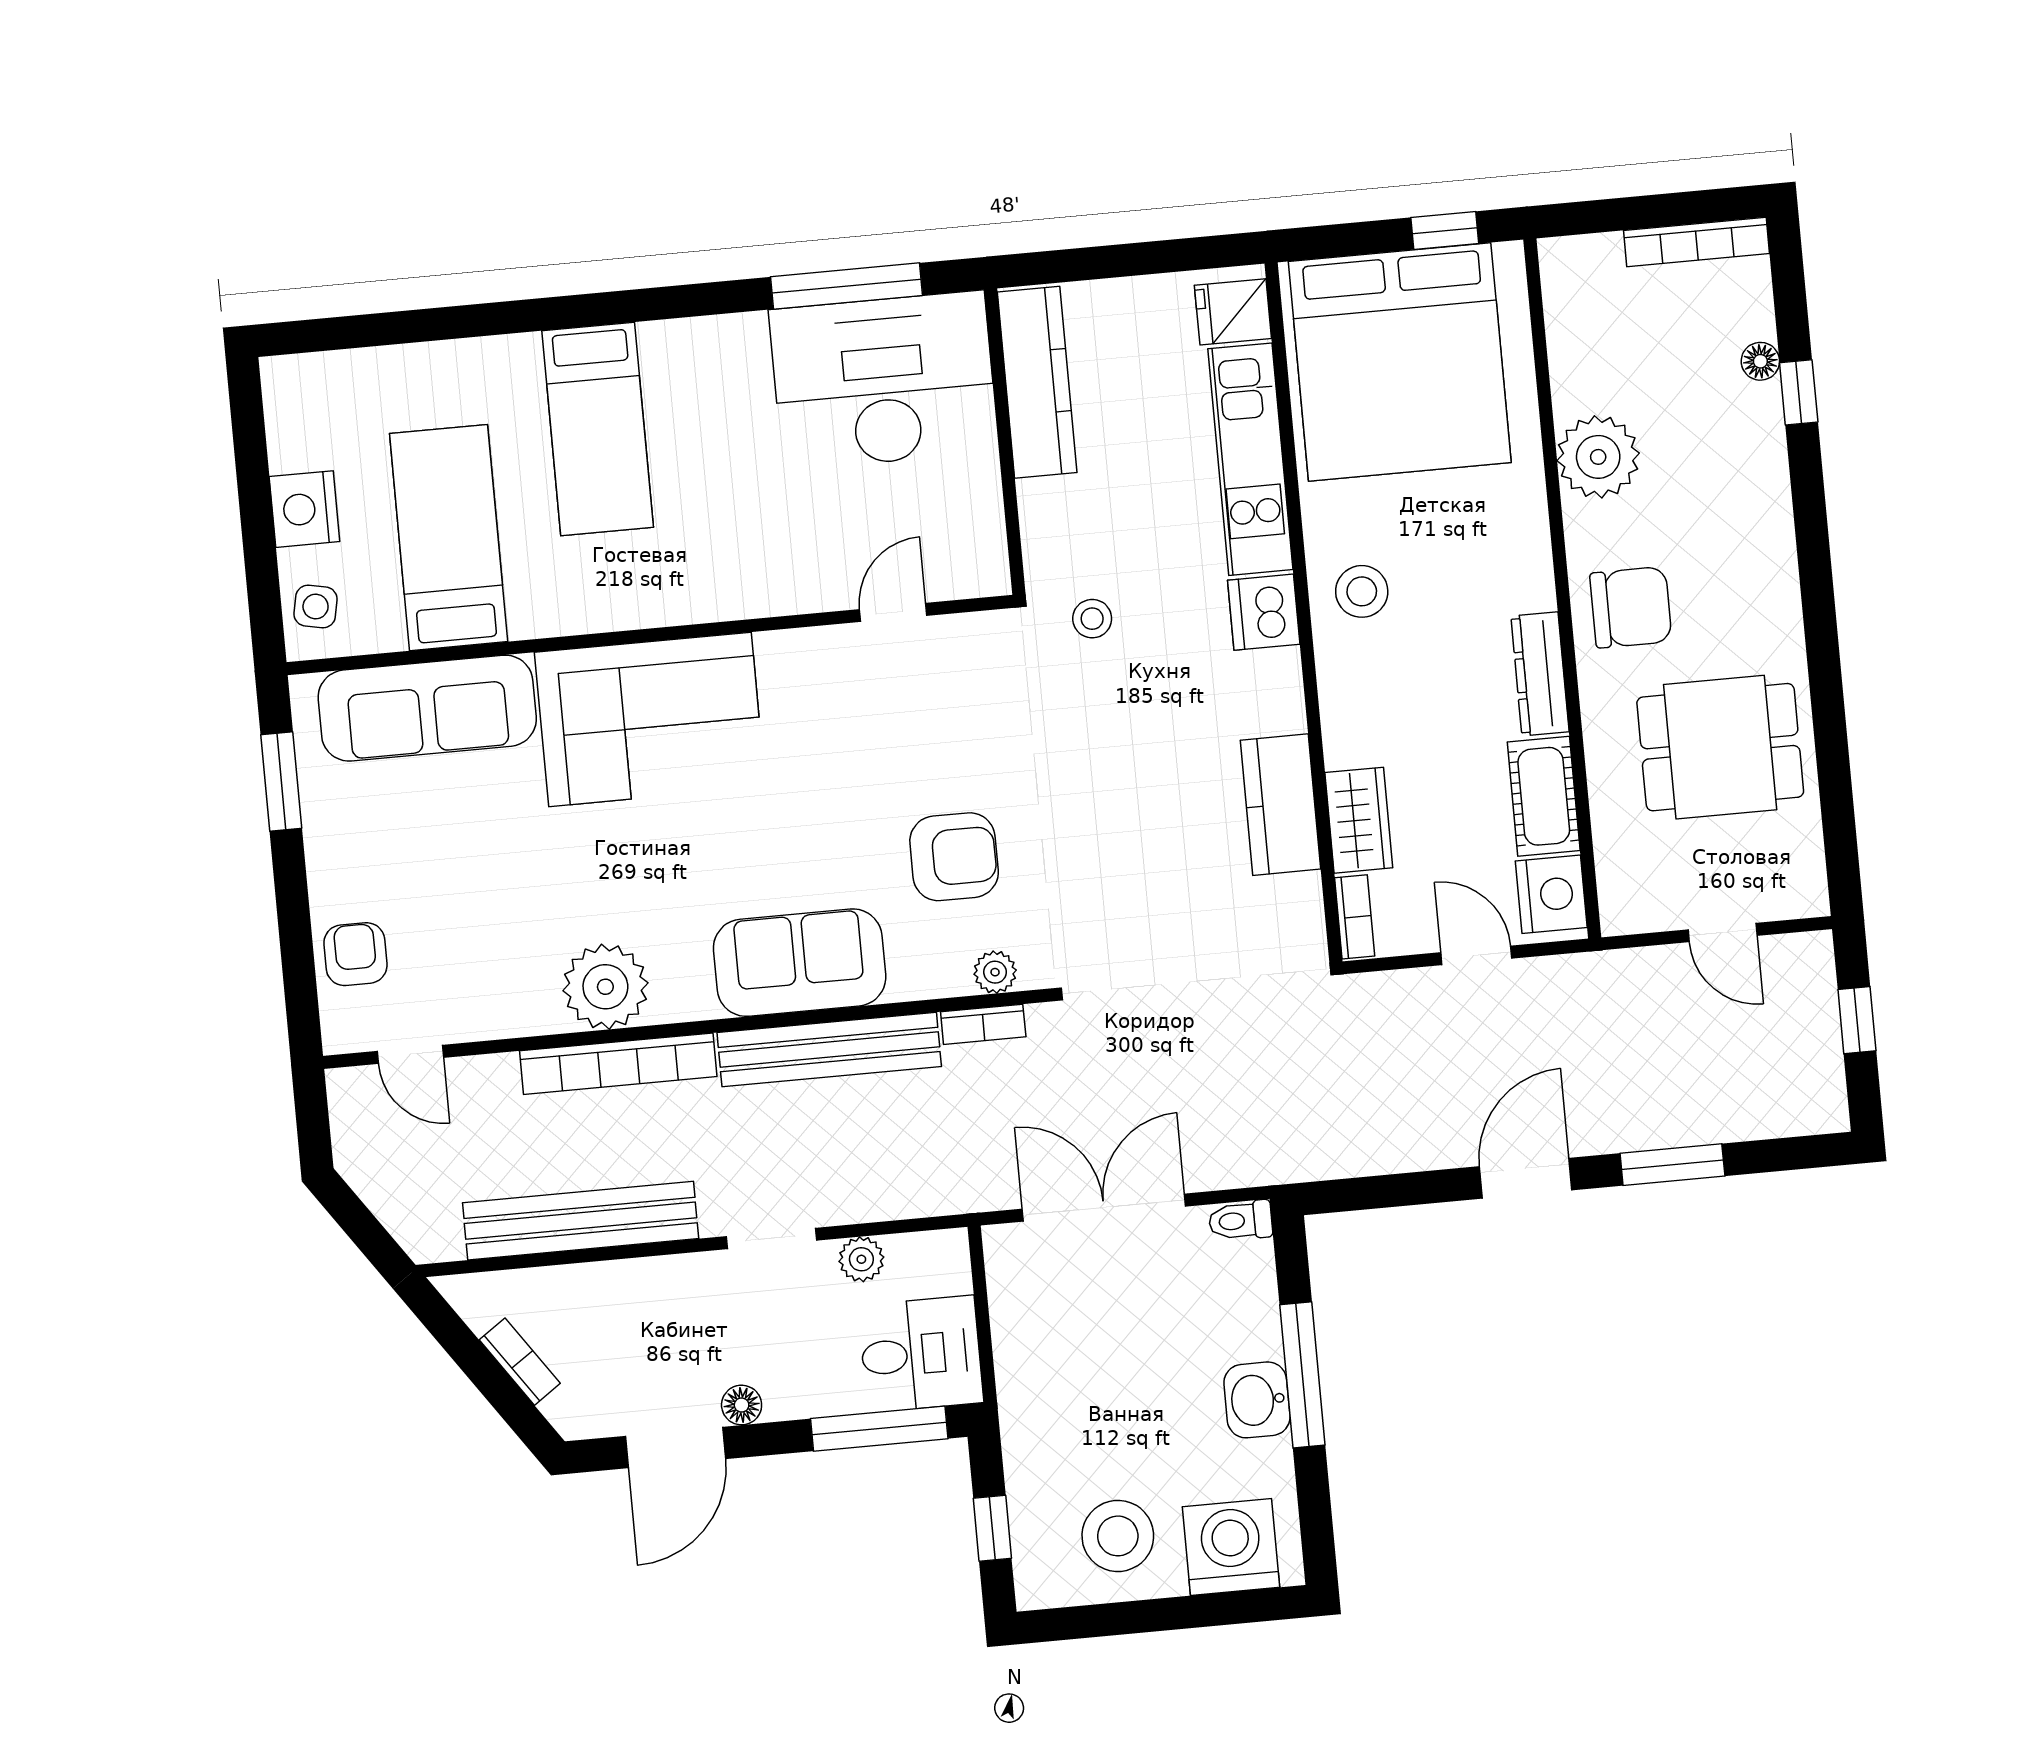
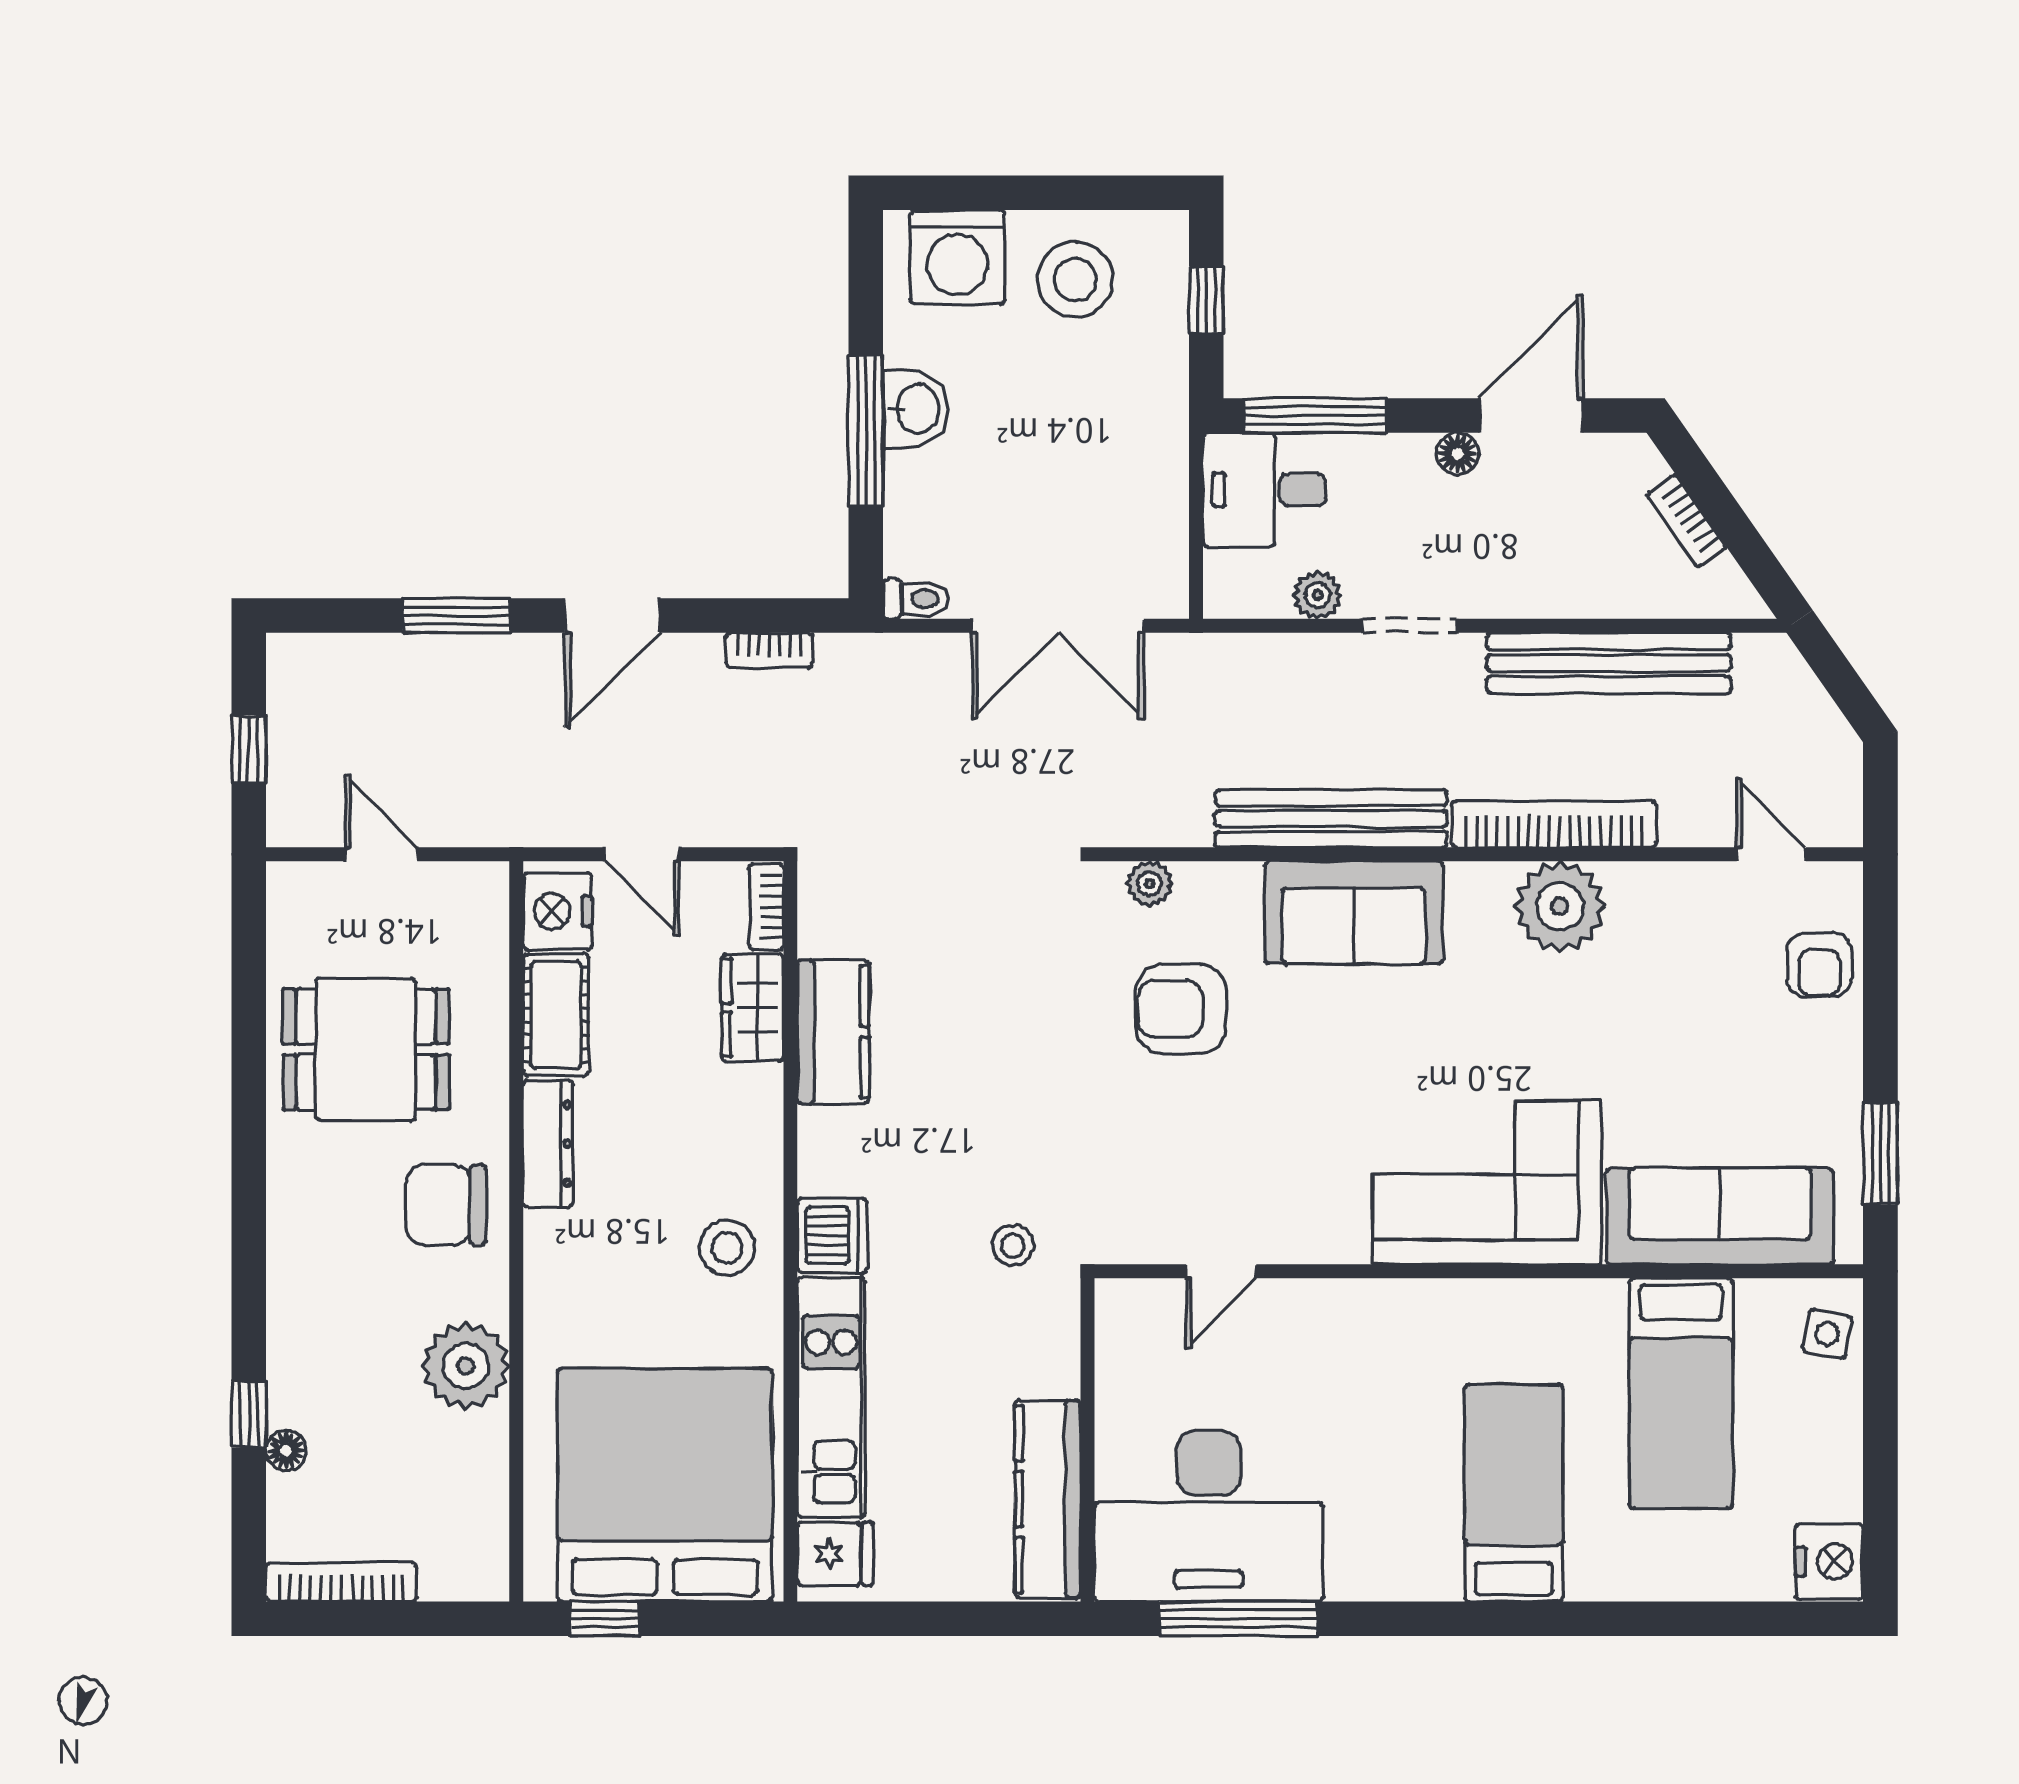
nightstand: (304, 509) -> (1829, 1562), moved
bookcase: (983, 1024) -> (769, 650), moved, turned 180

